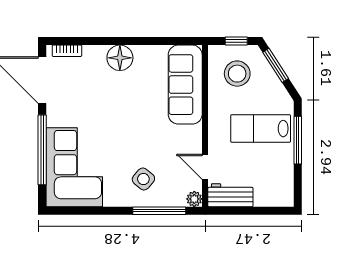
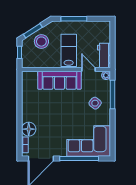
floor lamp: (120, 58) -> (29, 129), moved
stool: (237, 74) -> (41, 42), moved
sofa: (185, 85) -> (59, 80), moved
lab bench: (261, 129) -> (69, 50), moved, turned 180
door: (205, 167) -> (88, 69), swing flipped

